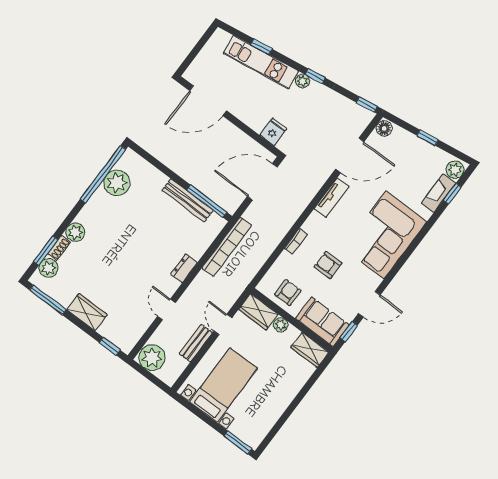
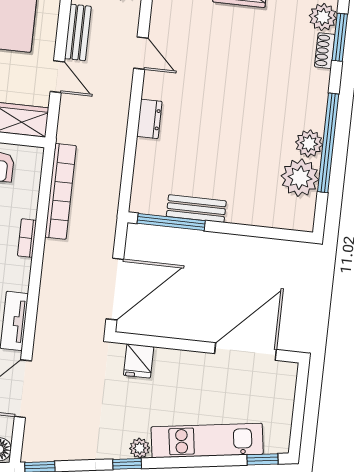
window: (261, 47) -> (262, 459), moved
window: (103, 174) -> (328, 143), moved
bench: (188, 200) -> (196, 209), width x0.73
plant: (75, 232) -> (309, 143), moved
bookcase: (227, 247) -> (61, 191), moved, turned 180

